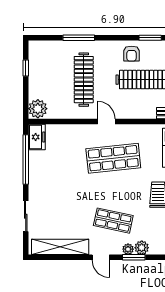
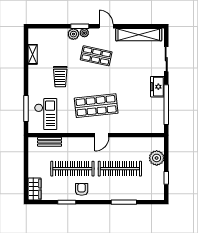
clothes rail: (84, 80) -> (120, 169), turned 90
plant: (38, 109) -> (157, 158), moved
door: (106, 121) -> (102, 135), hinge flipped
freezer: (37, 137) -> (157, 87), moved

